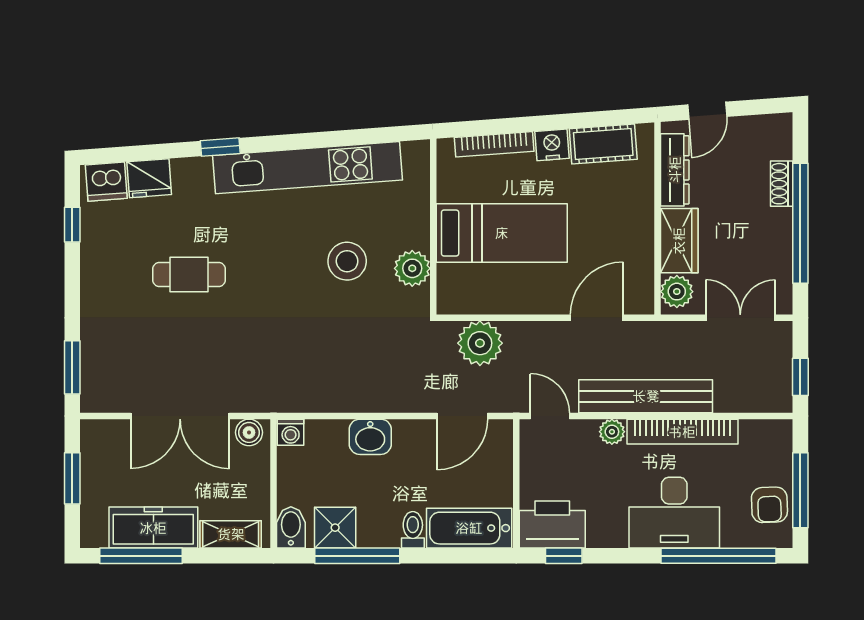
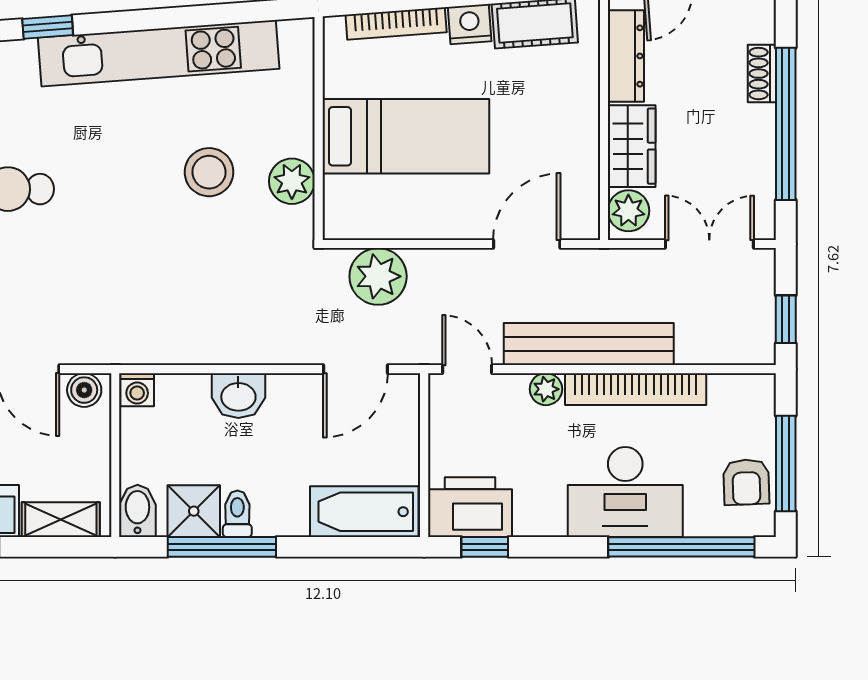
toilet: (413, 530) -> (237, 514), moved

